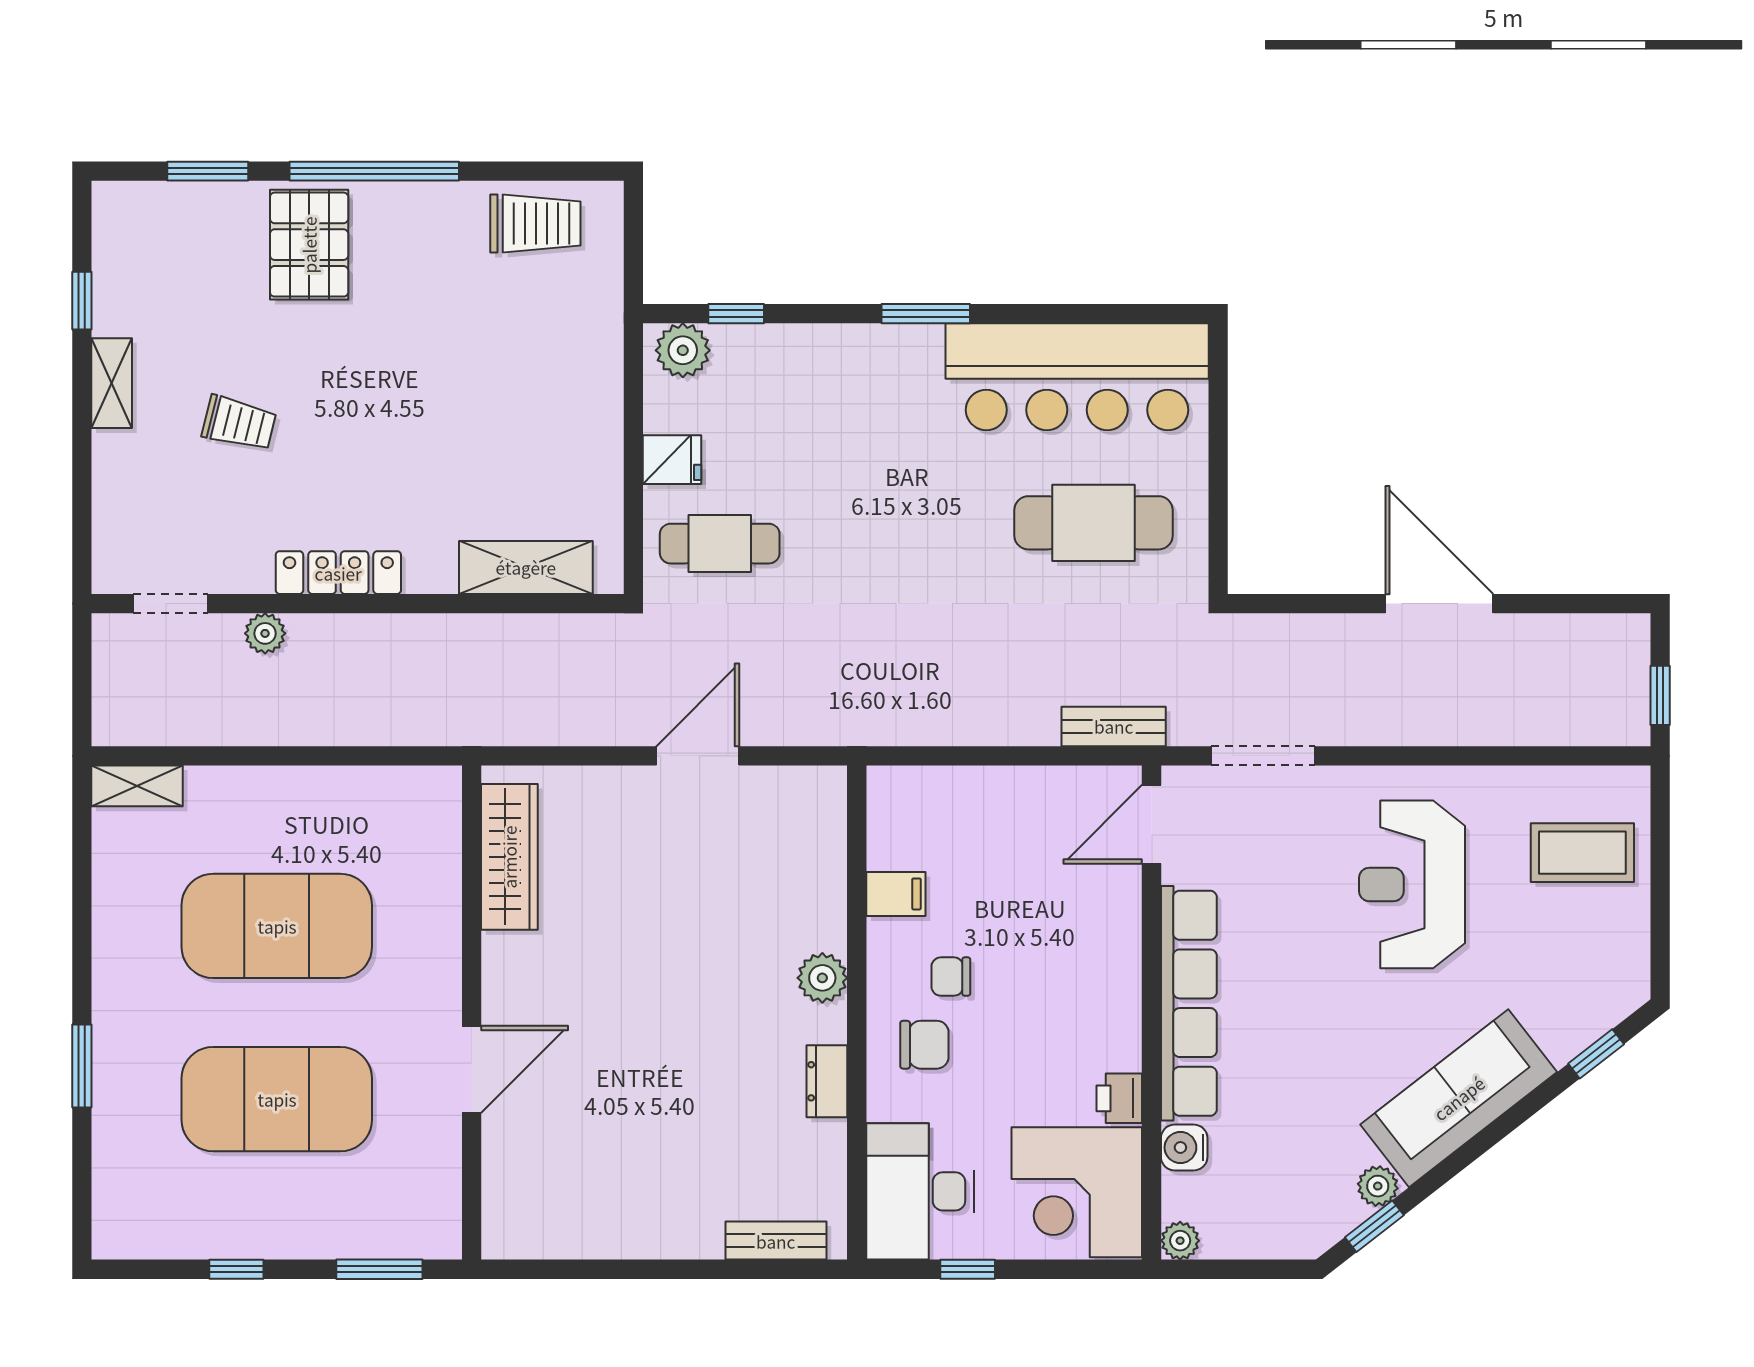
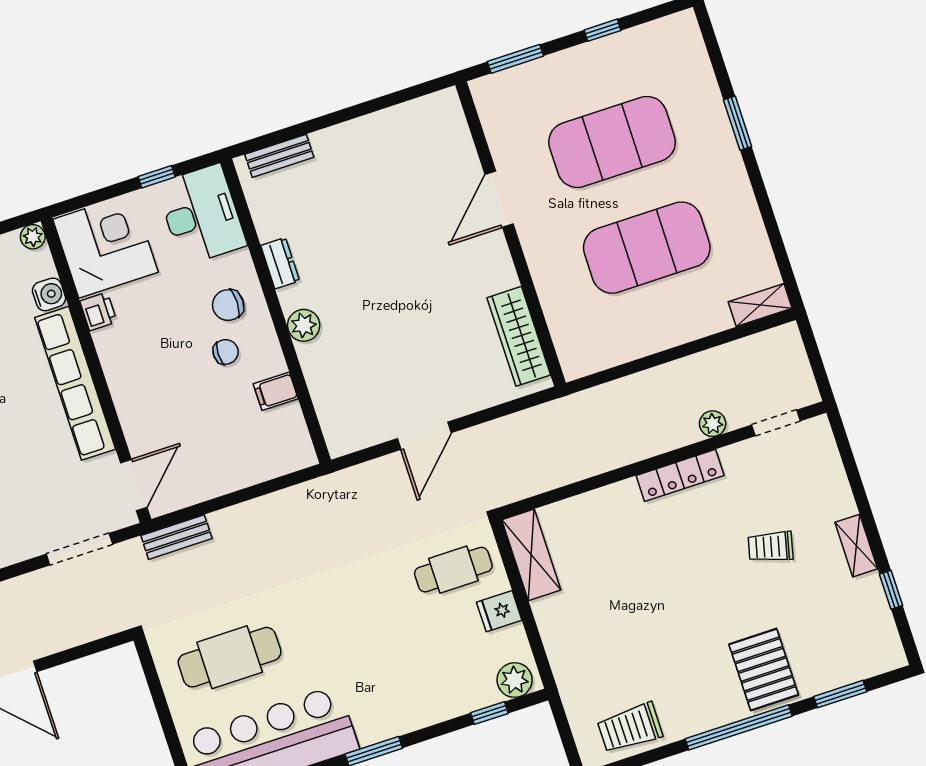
shelving: (526, 567) -> (531, 555), moved, turned 90

